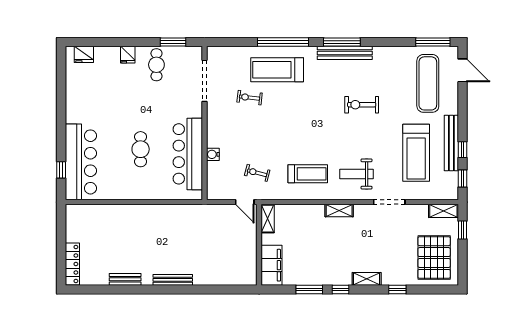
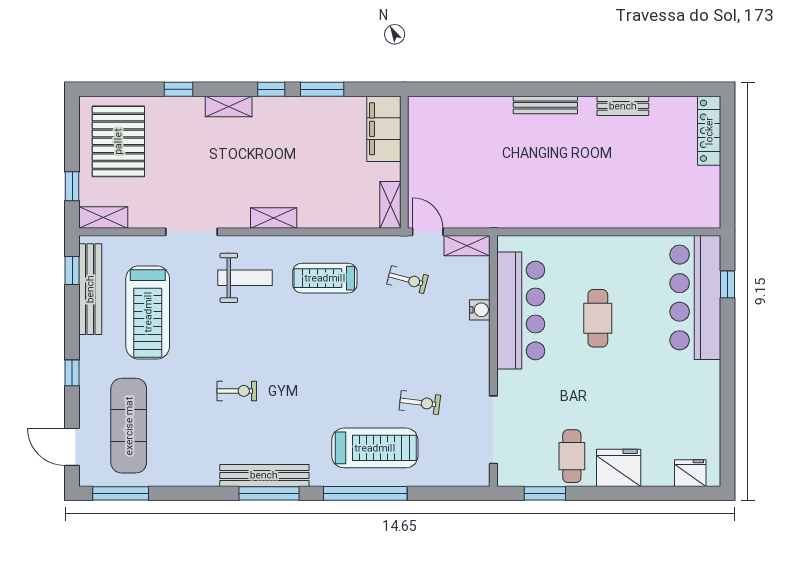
fridge: (128, 55) -> (619, 468), width x1.88, depth x1.34
exercise bike: (362, 105) -> (237, 391), width x0.73, depth x0.72
bench: (451, 143) -> (90, 289), moved
window: (463, 150) -> (72, 373), moved
treadmill: (416, 153) -> (148, 312), turned 180
shelving: (221, 194) -> (467, 246), added

